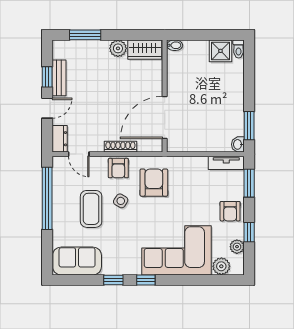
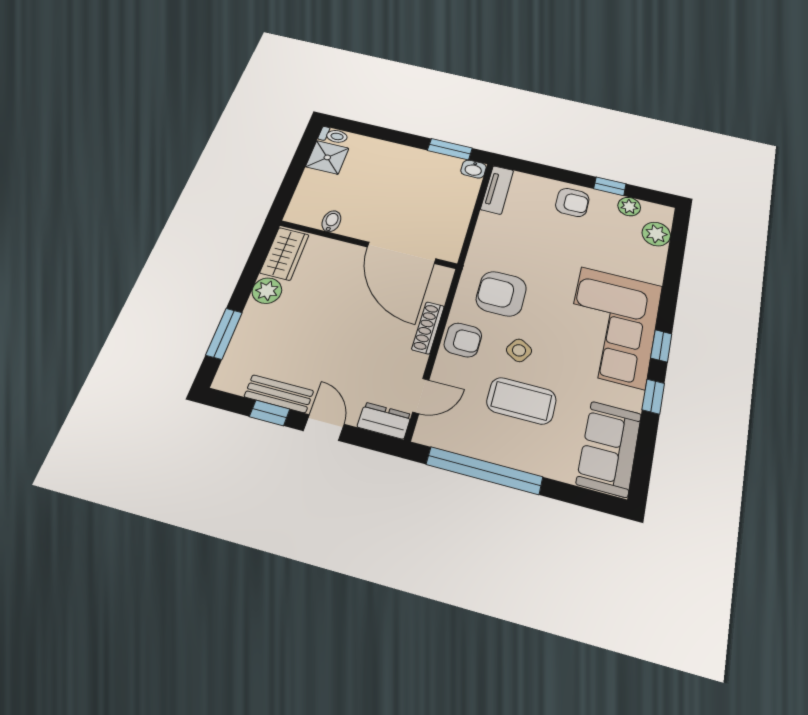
bidet: (175, 45) -> (331, 221), moved
window: (249, 183) -> (535, 169), removed
corner sofa: (177, 250) -> (612, 326), moved

